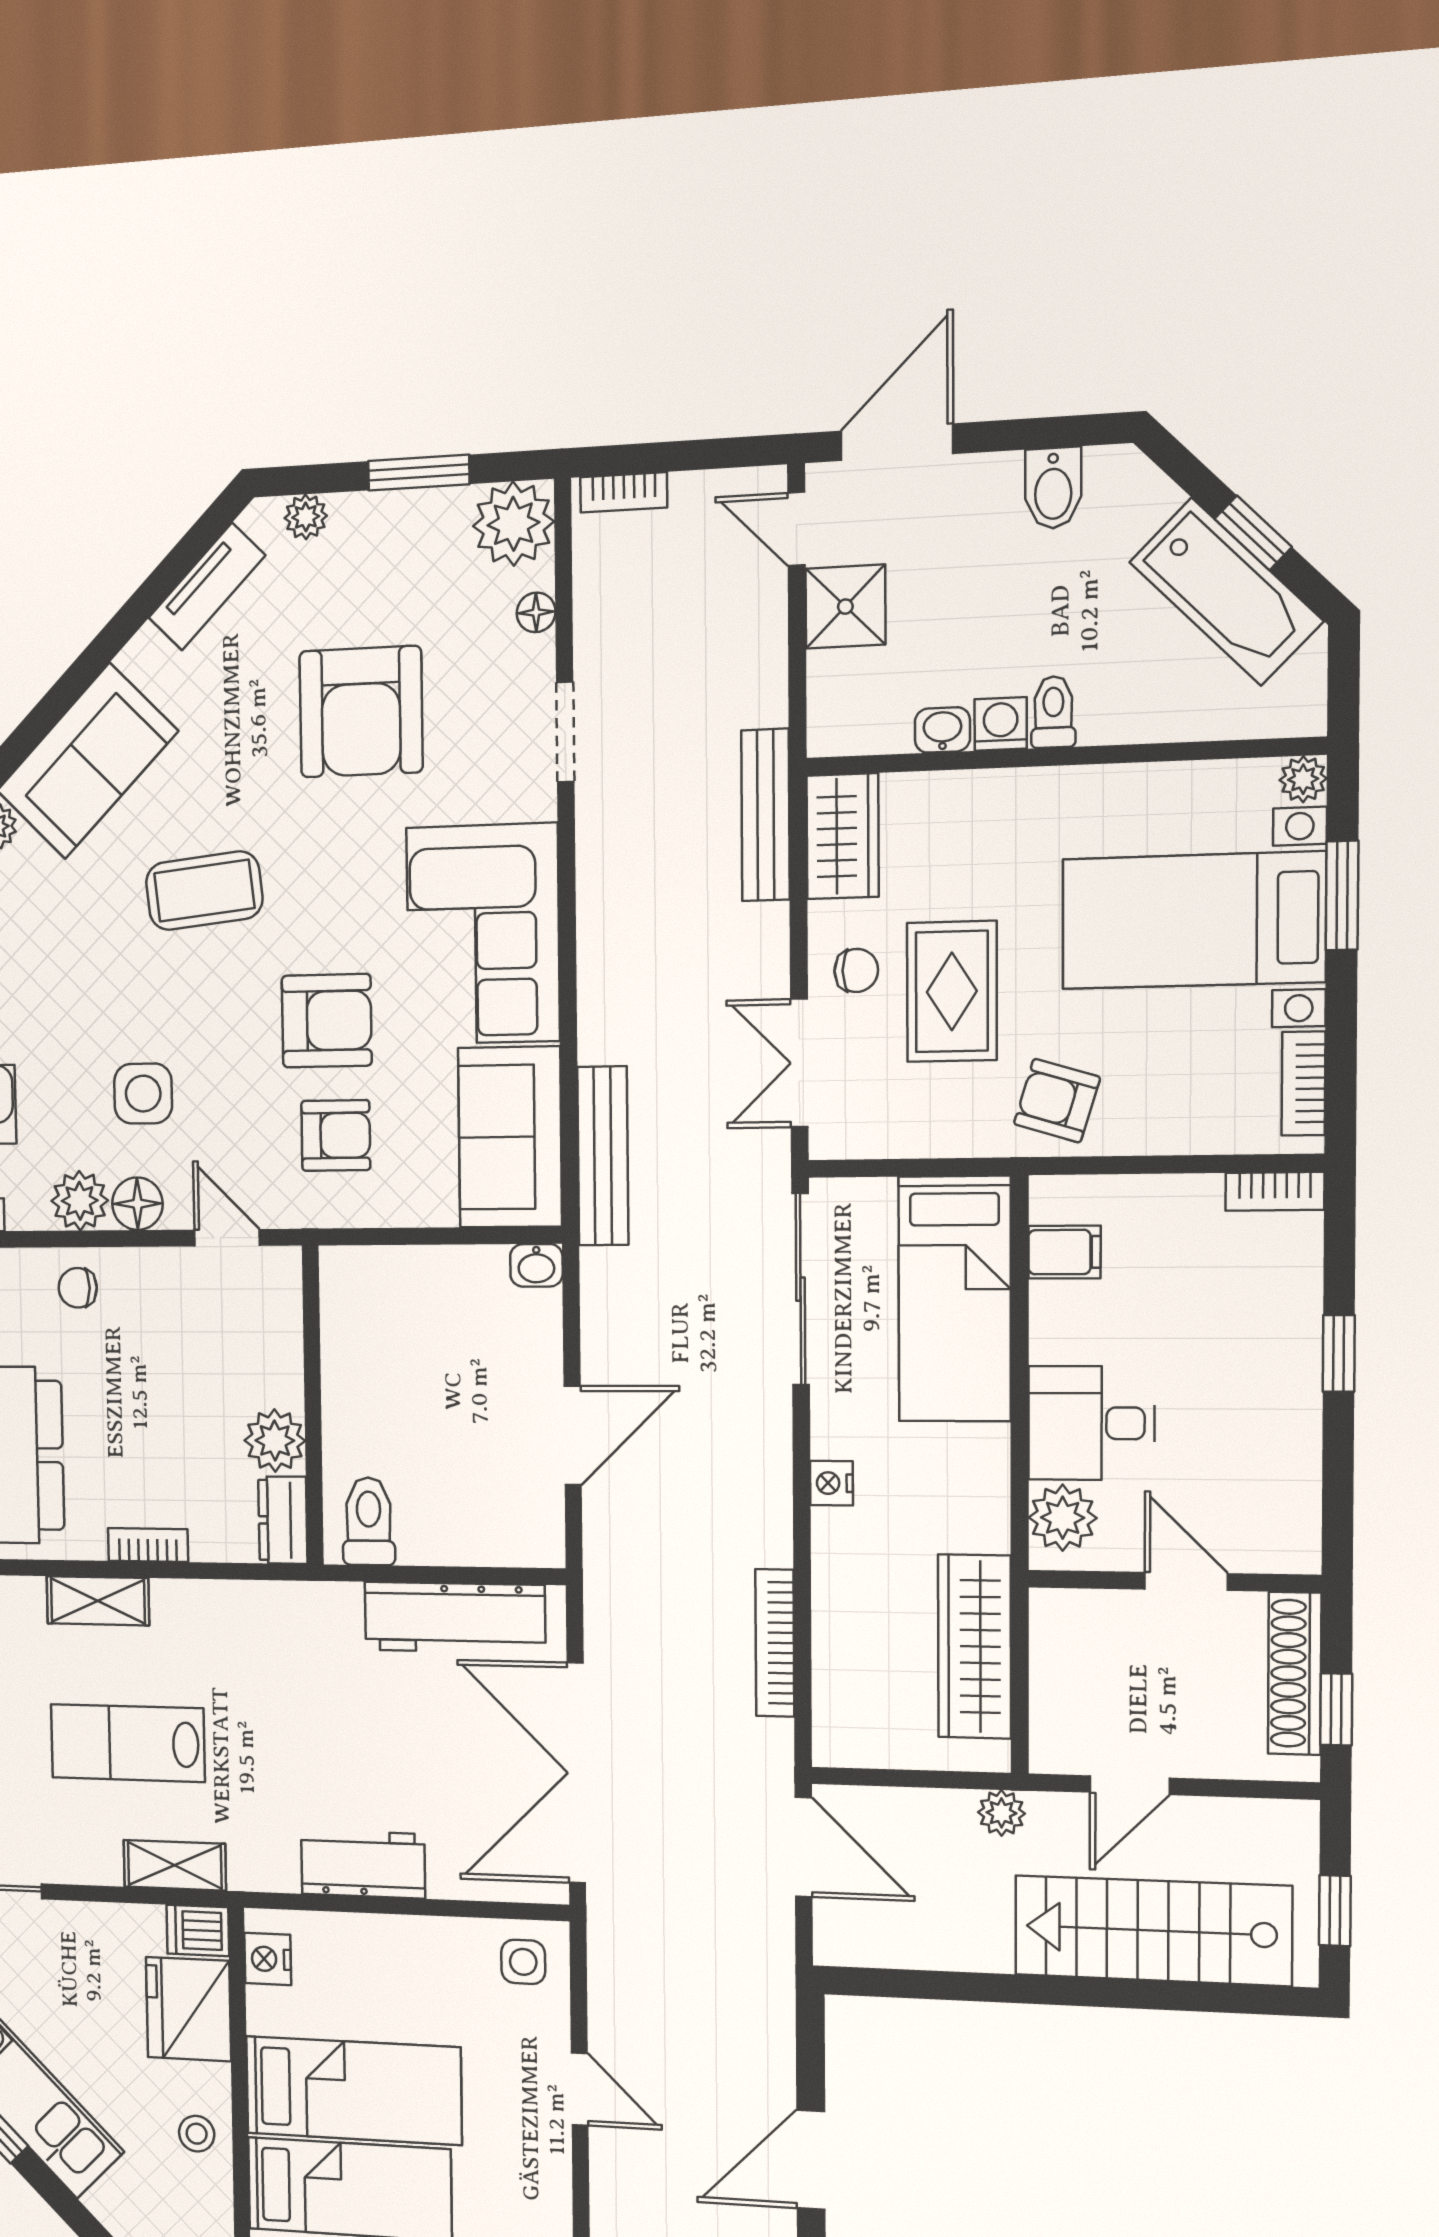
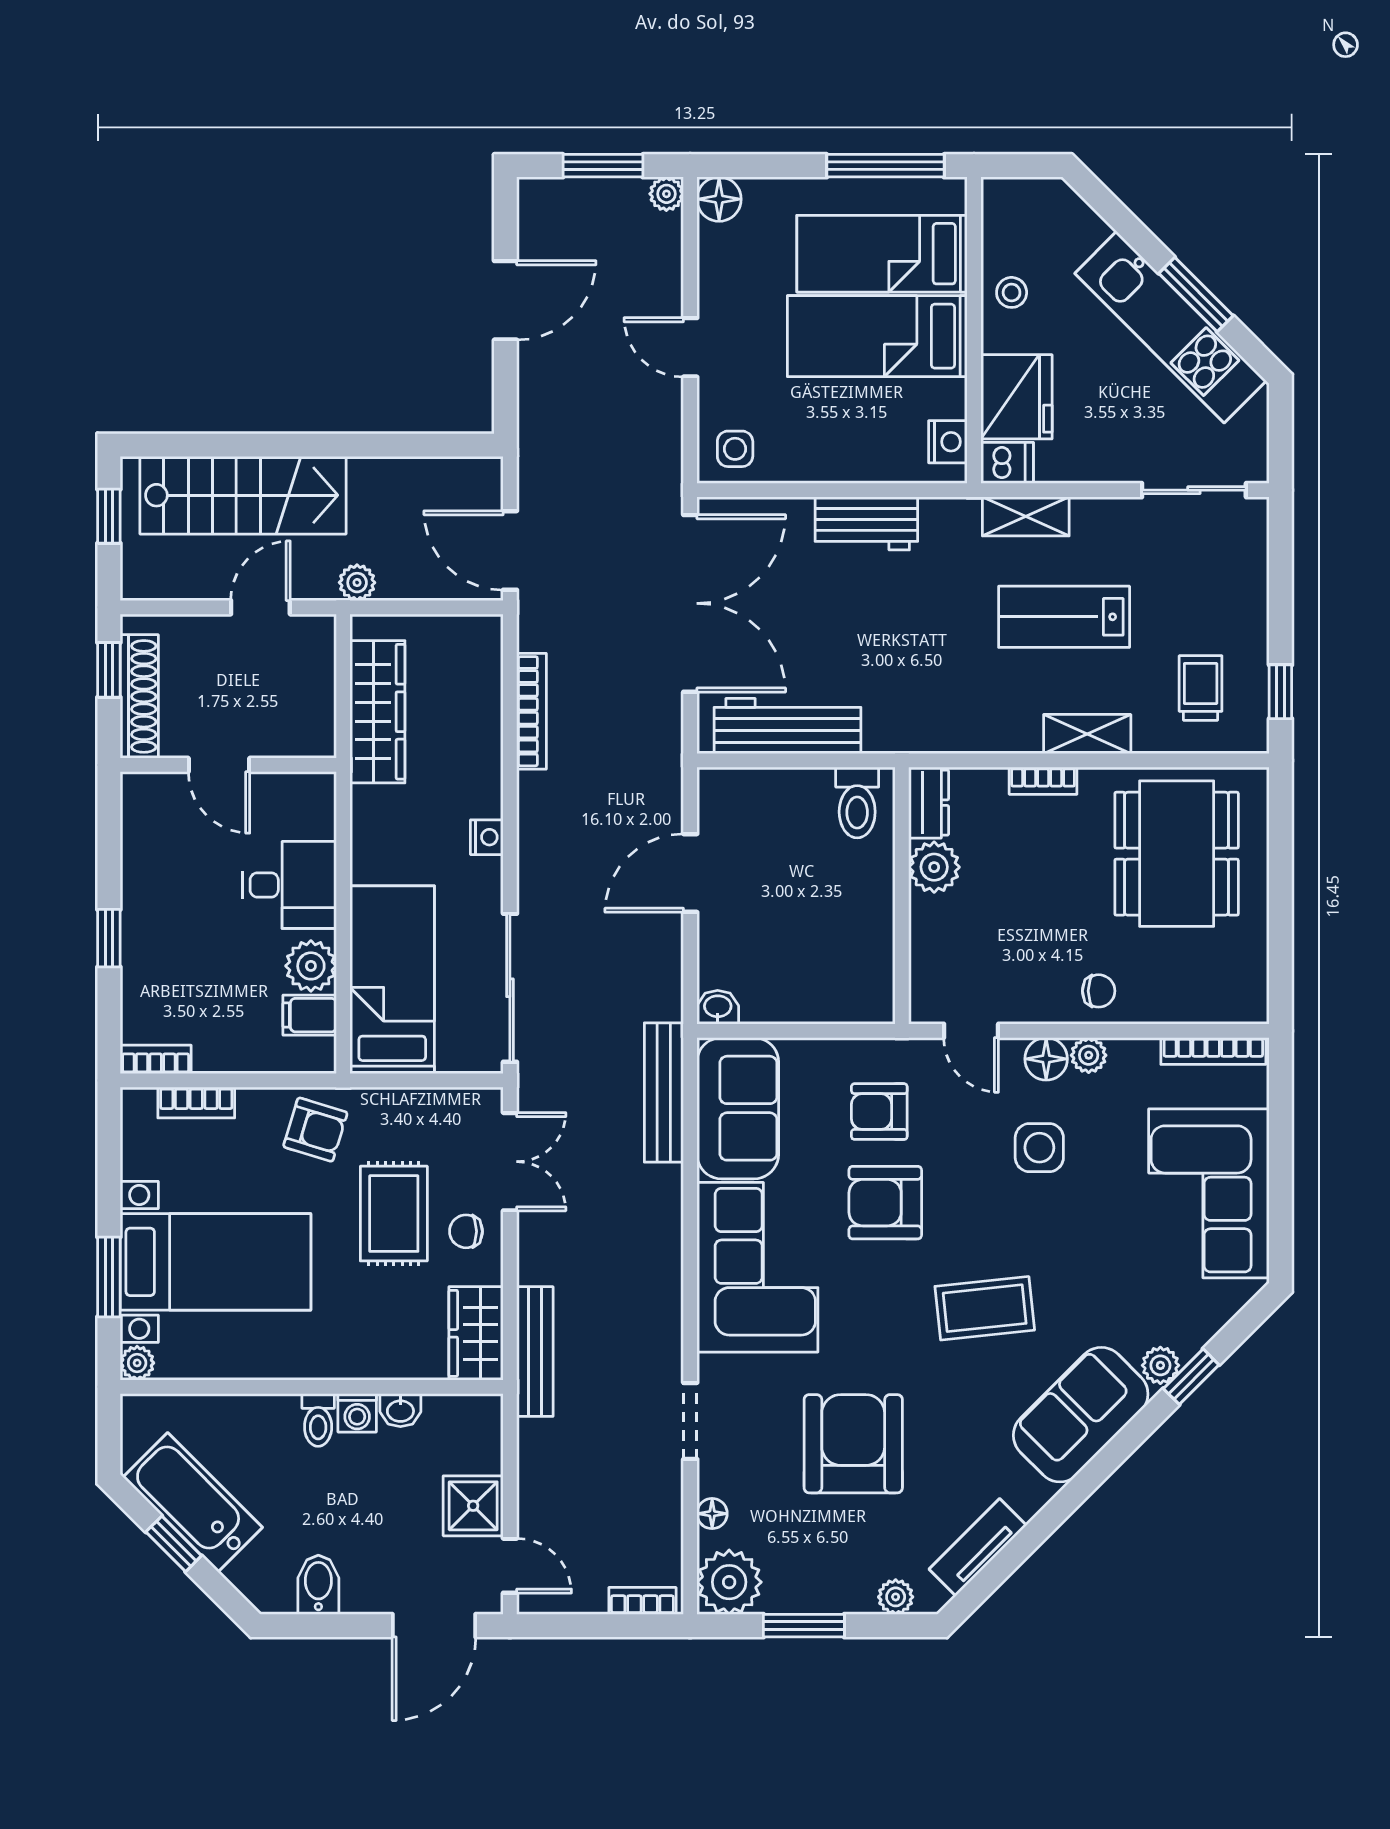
bookcase: (1303, 1083) -> (196, 1103), moved, turned 90
plant: (80, 1201) -> (1089, 1055), width x0.73, depth x0.73
plant: (1063, 1518) -> (311, 966), moved
lab bench: (128, 1743) -> (1064, 617), turned 180

